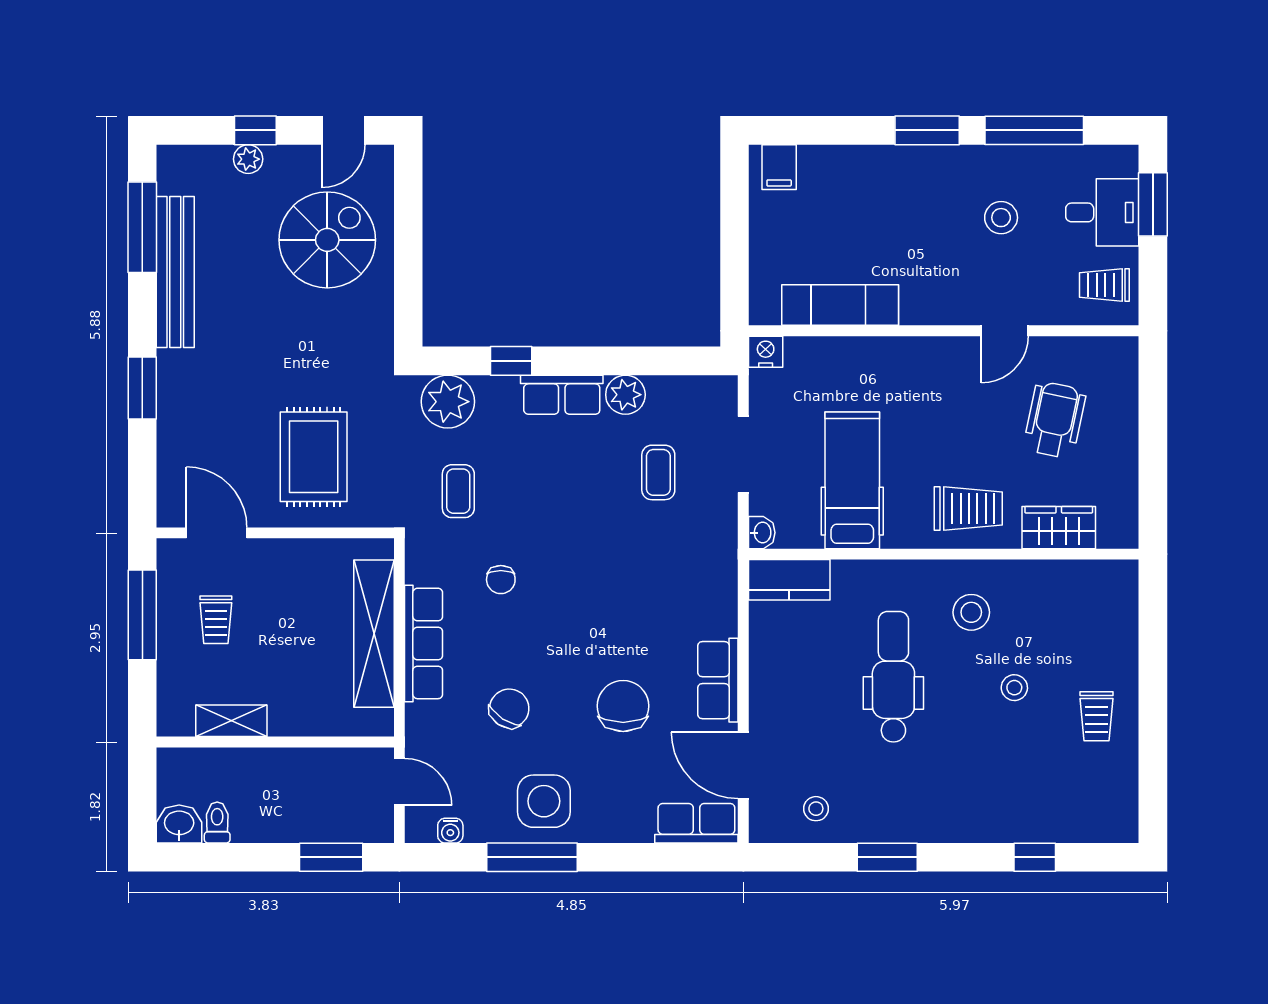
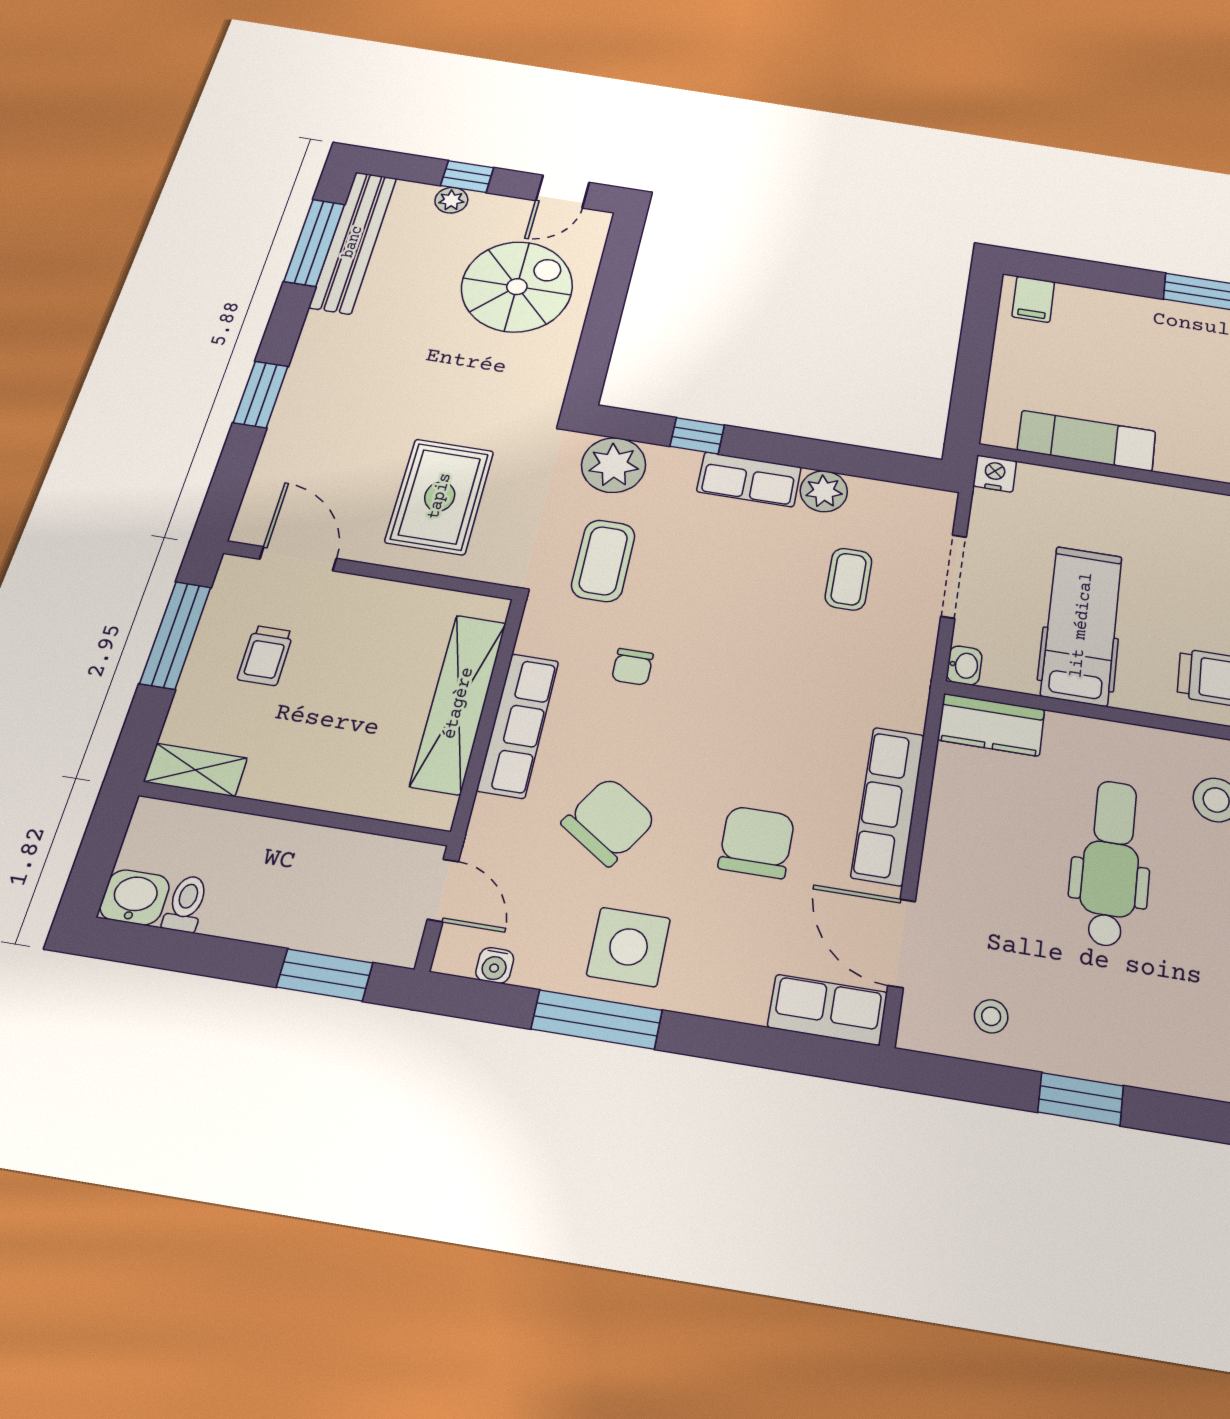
bench: (175, 272) -> (353, 242), moved
coffee table: (458, 491) -> (603, 561), width x1.36, depth x1.30
row of seats: (718, 680) -> (888, 805), width x1.48
chair: (509, 708) -> (609, 821), width x1.37, depth x1.37
shelving: (231, 721) -> (195, 770), moved

